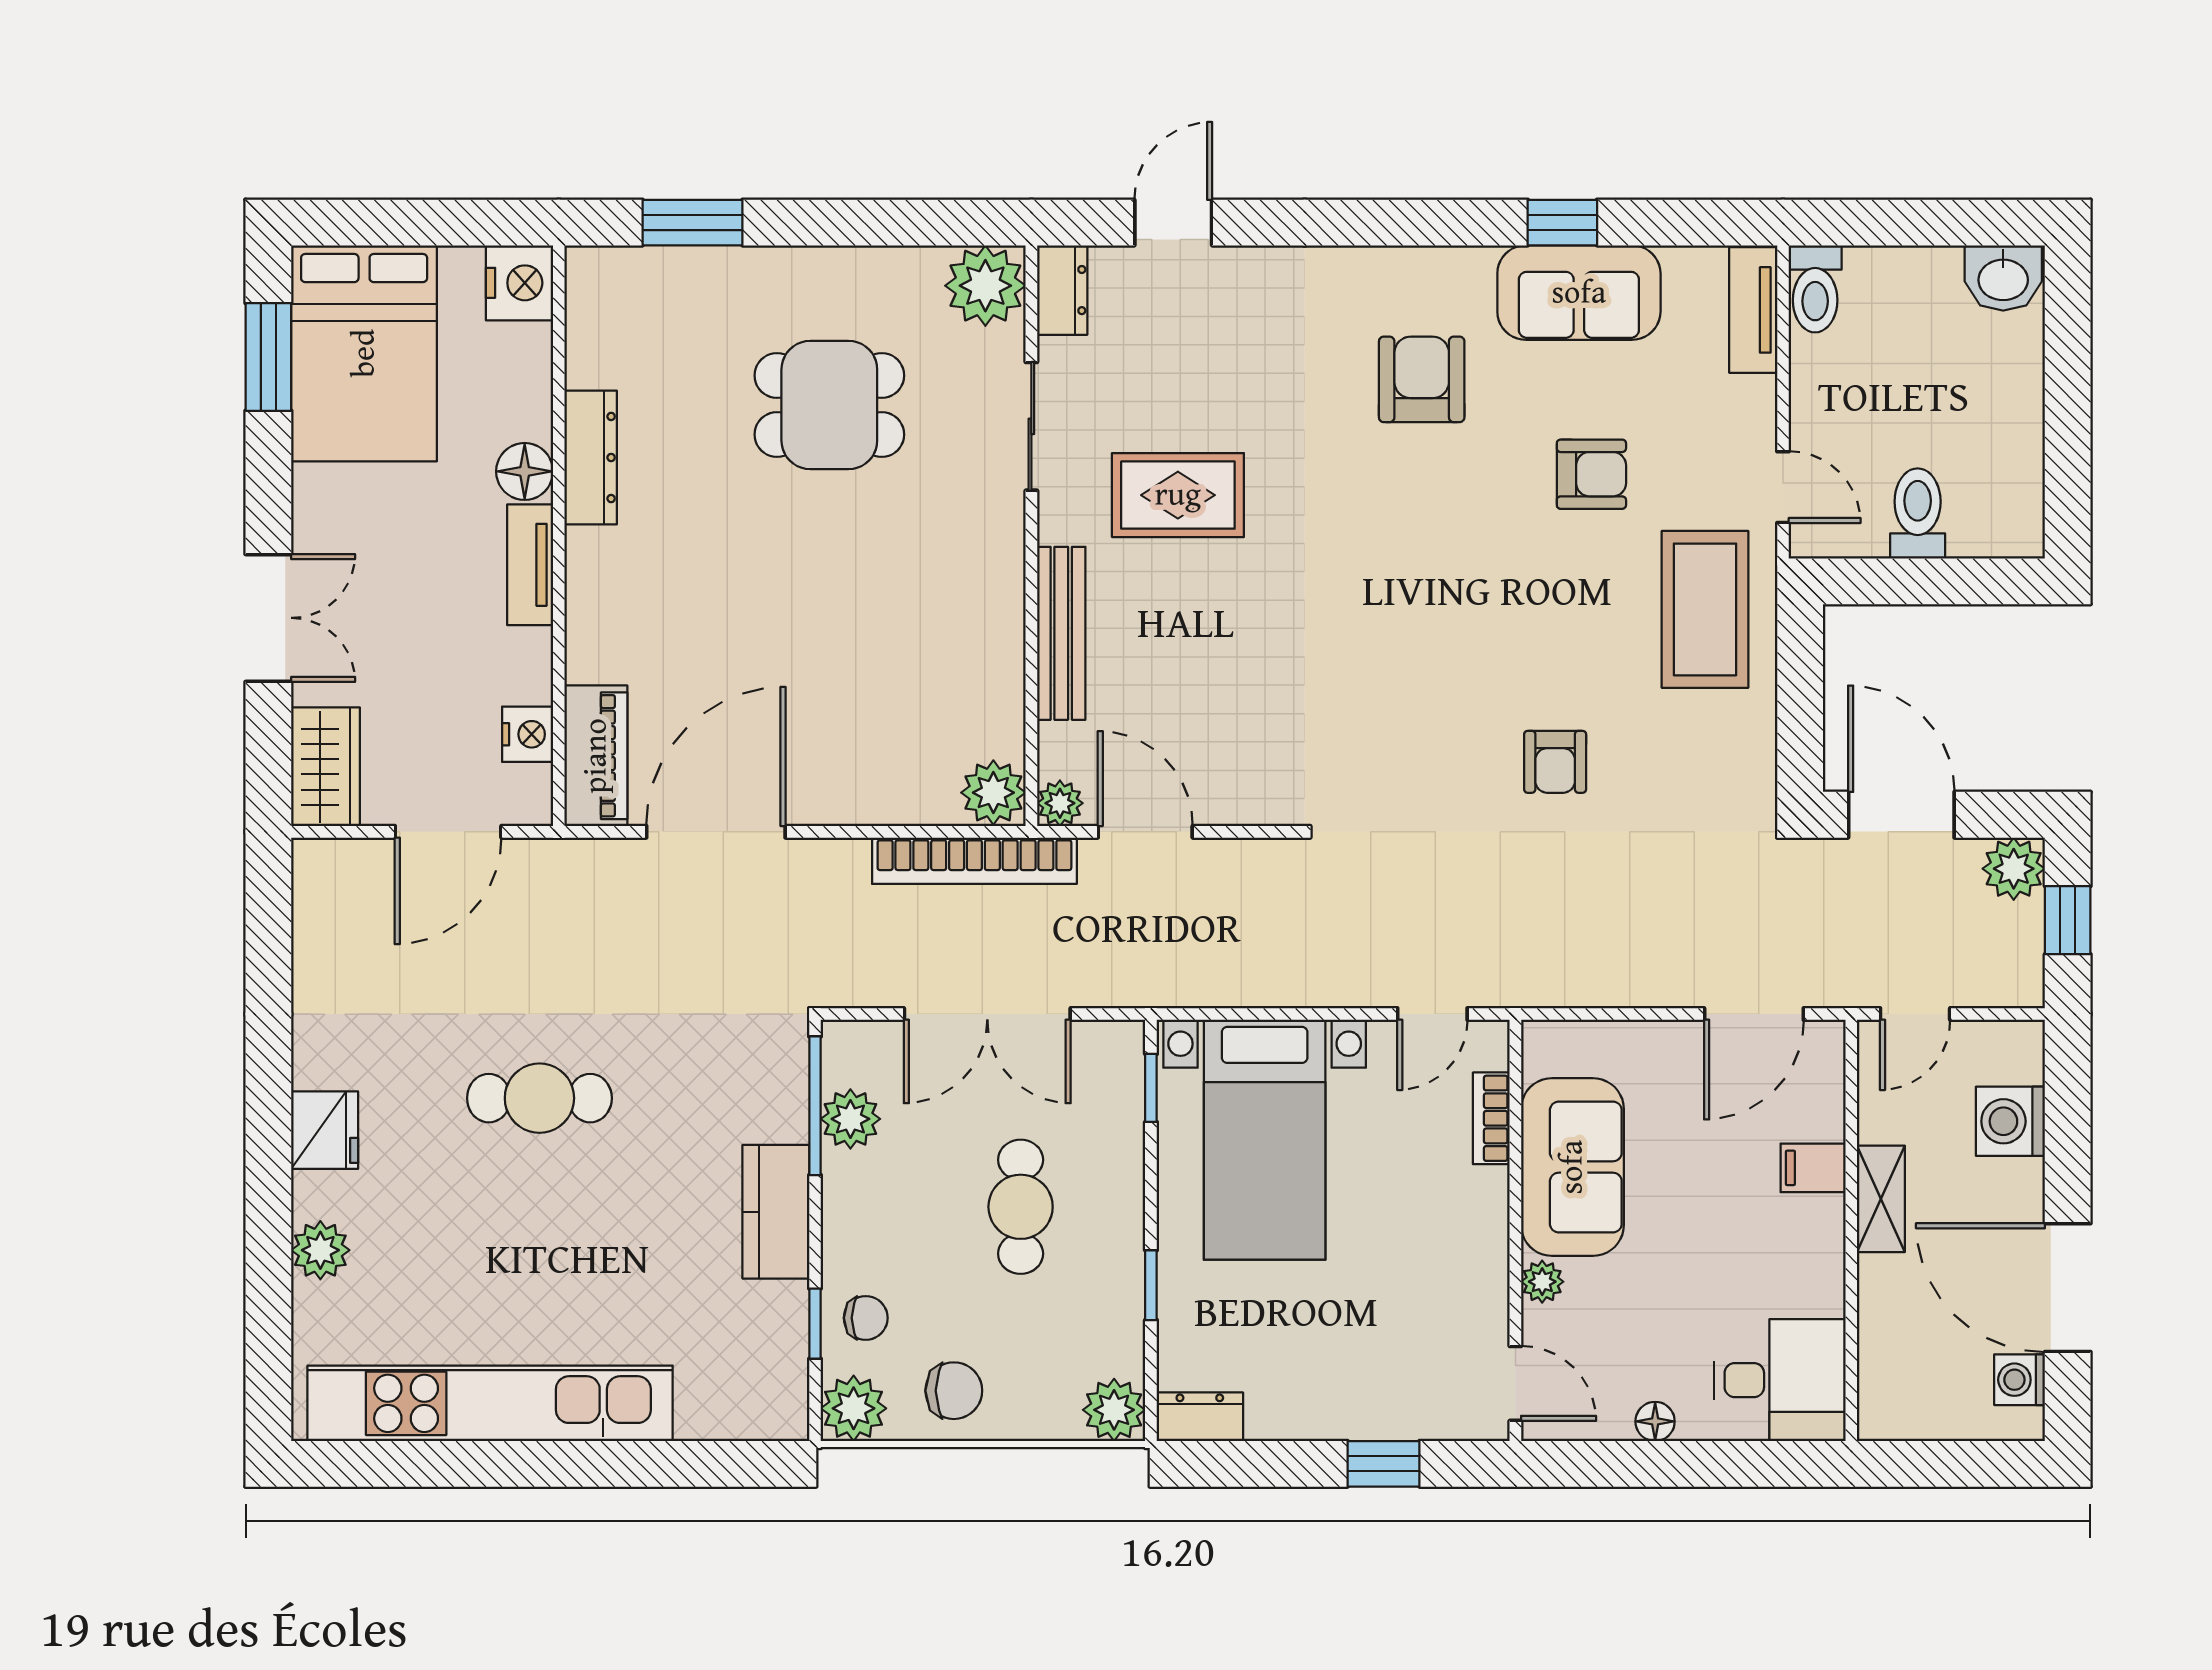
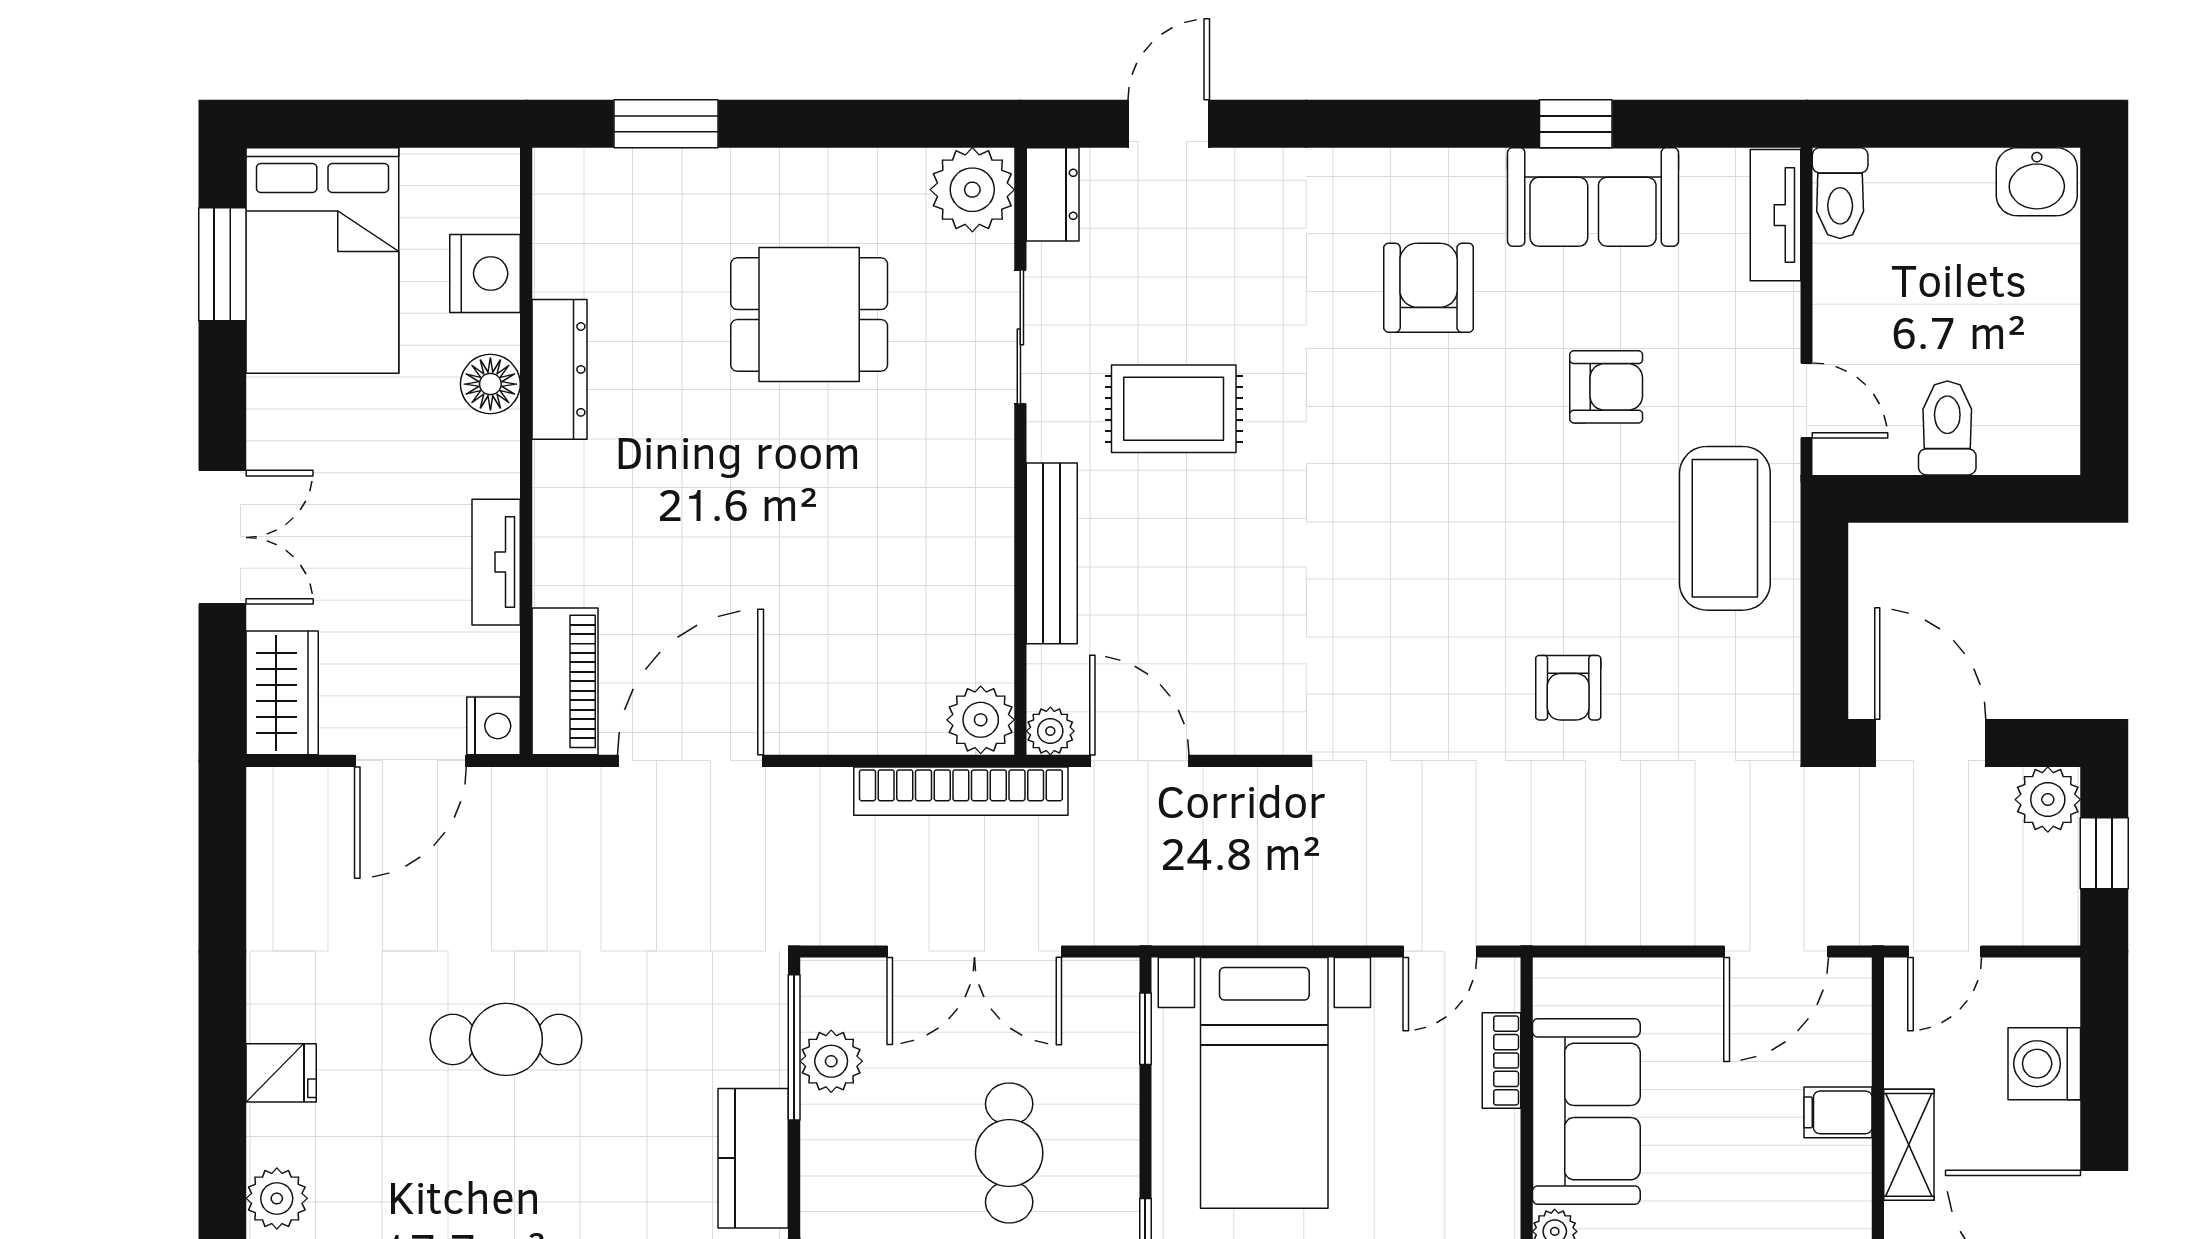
nightstand: (519, 283) -> (485, 273), moved
tv unit: (530, 565) -> (496, 562), moved
nightstand: (528, 734) -> (494, 726), moved
fridge: (325, 1130) -> (281, 1073), width x0.72

